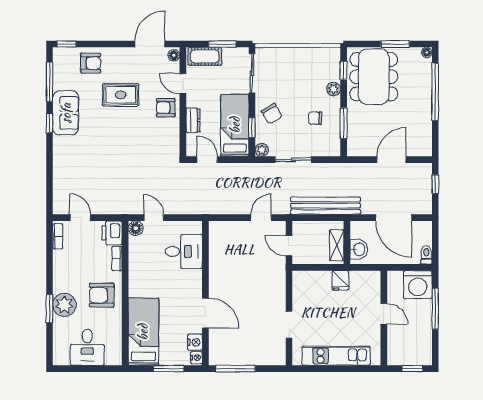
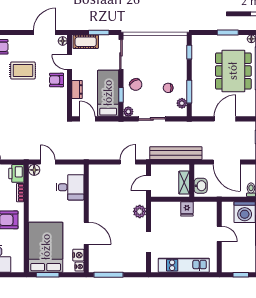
dining table: (374, 77) -> (233, 71), moved
plant: (334, 89) -> (182, 103), moved
door: (289, 246) -> (149, 183), hinge flipped
plant: (277, 284) -> (140, 211), added
bed: (143, 332) -> (46, 247), width x1.50
window: (169, 369) -> (48, 275), moved

